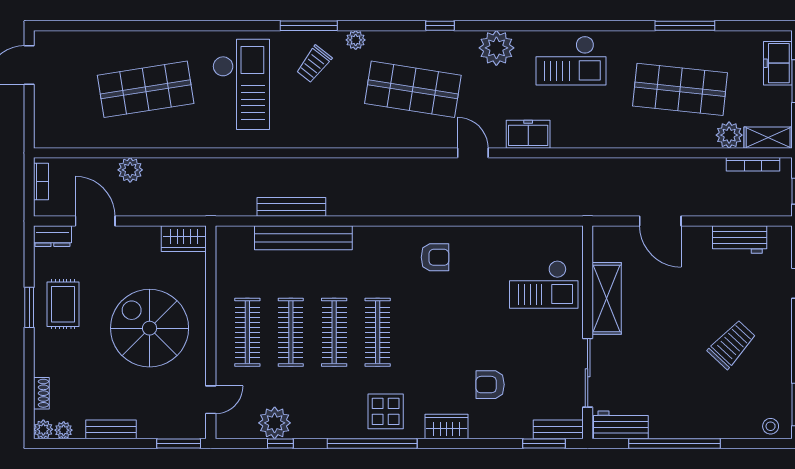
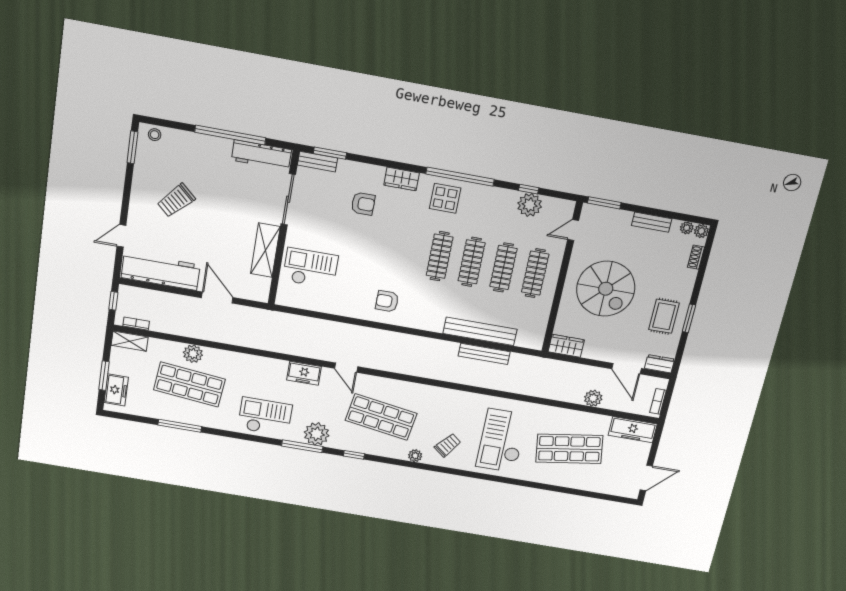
window: (309, 26) -> (302, 446), moved
freezer: (65, 134) -> (633, 430), added
plant: (729, 135) -> (193, 354), moved
bookcase: (753, 164) -> (136, 324), width x0.64
workbench: (740, 239) -> (161, 271), width x1.88, depth x1.32
workbench: (621, 425) -> (261, 155), width x1.37

